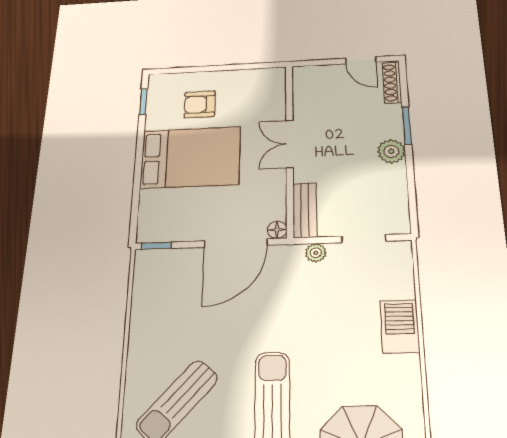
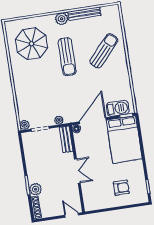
door: (361, 60) -> (72, 215), moved
plant: (391, 151) -> (36, 189), moved
bed: (190, 157) -> (124, 139), moved, turned -90
plant: (401, 251) -> (24, 125), added
barbecue: (400, 326) -> (118, 108), moved, turned -90

